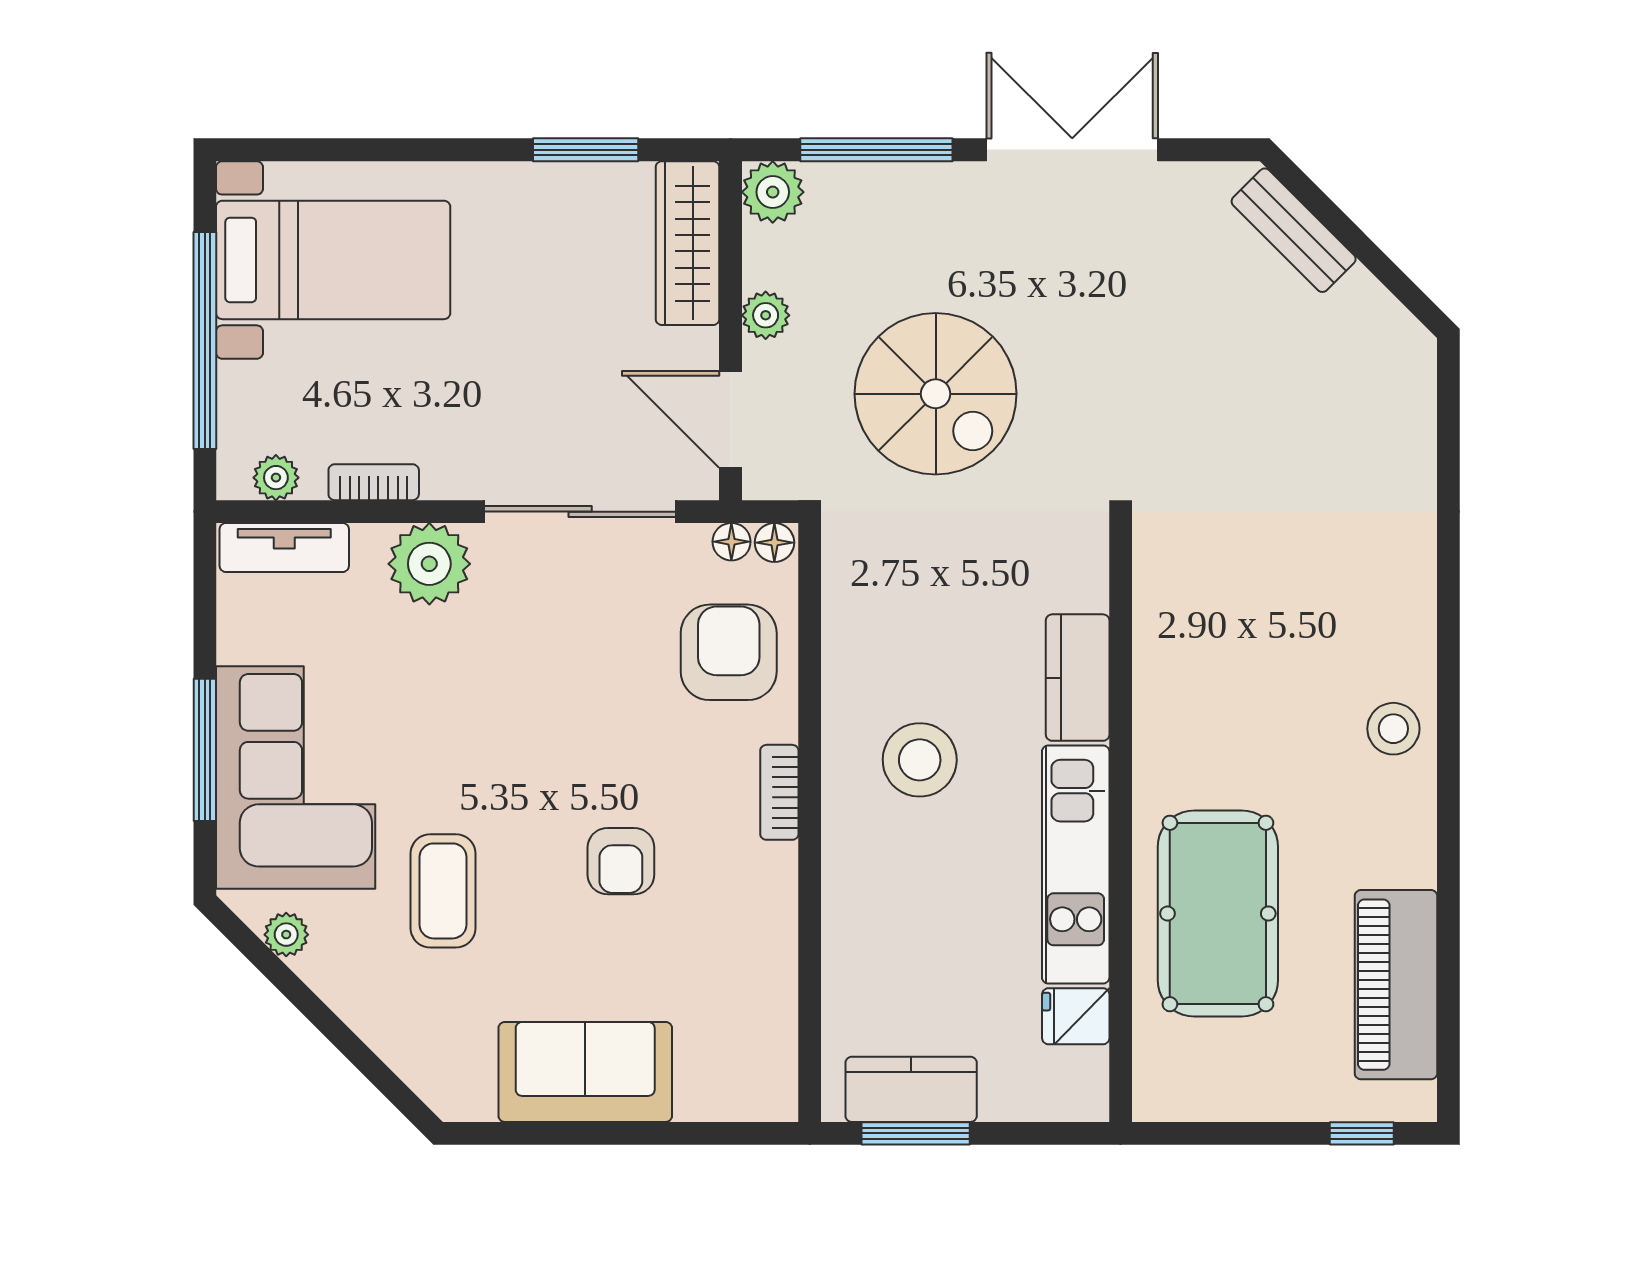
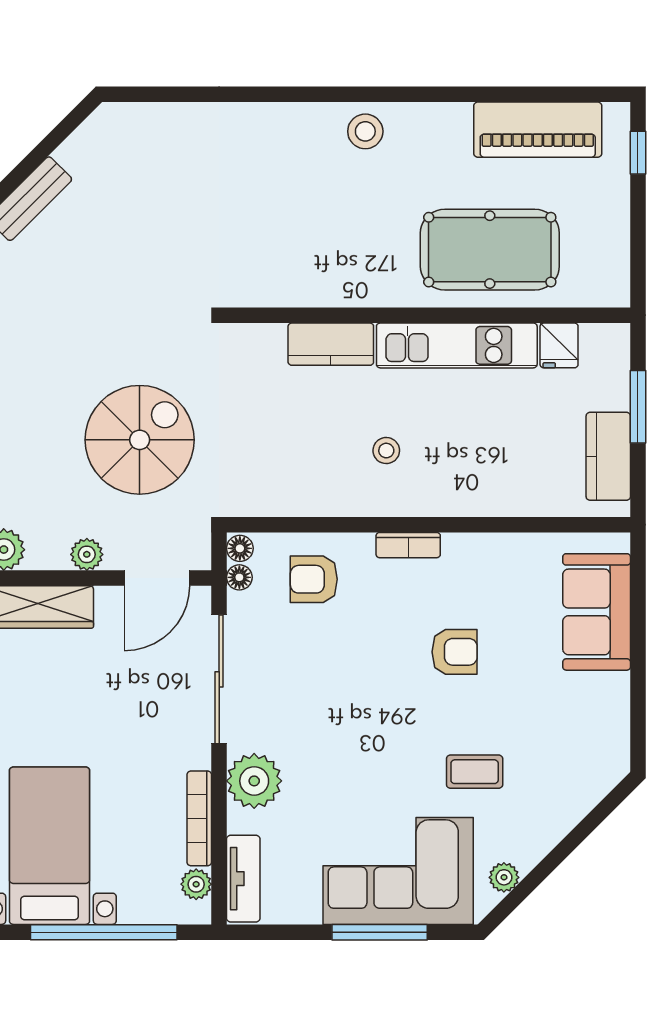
bookcase: (374, 482) -> (199, 818), width x1.56
armchair: (729, 652) -> (314, 579), width x0.72, depth x0.72
stool: (920, 760) -> (386, 451), width x0.53, depth x0.53
coffee table: (443, 891) -> (475, 772), width x0.73, depth x0.77
sofa: (585, 1072) -> (597, 612), moved
window: (916, 1133) -> (638, 407), moved

